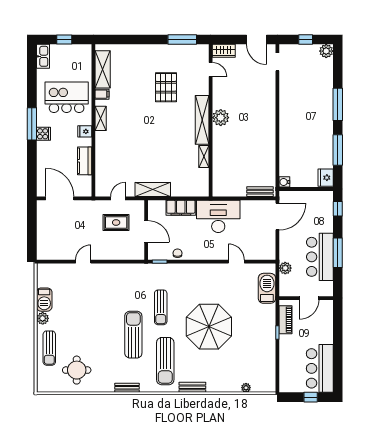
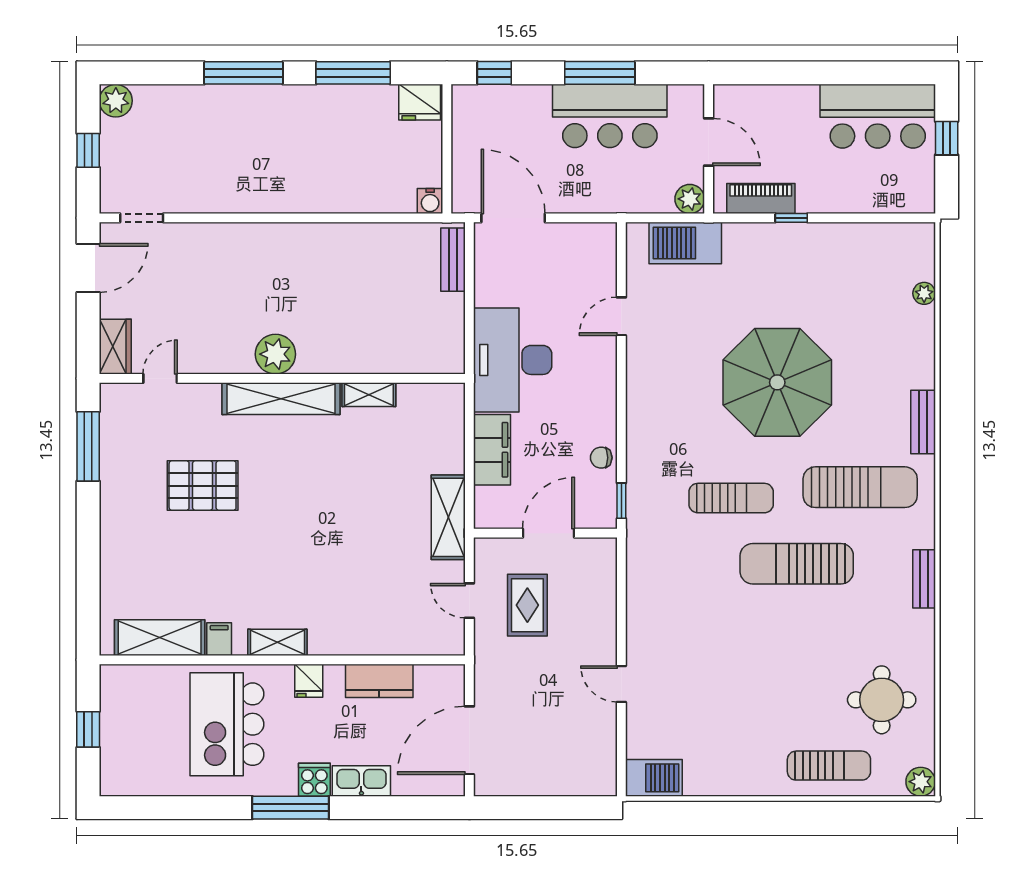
kitchen sink: (43, 56) -> (361, 781), moved
plant: (285, 268) -> (690, 199), moved
barbecue: (44, 300) -> (654, 778), moved
plant: (43, 318) -> (921, 782), moved

